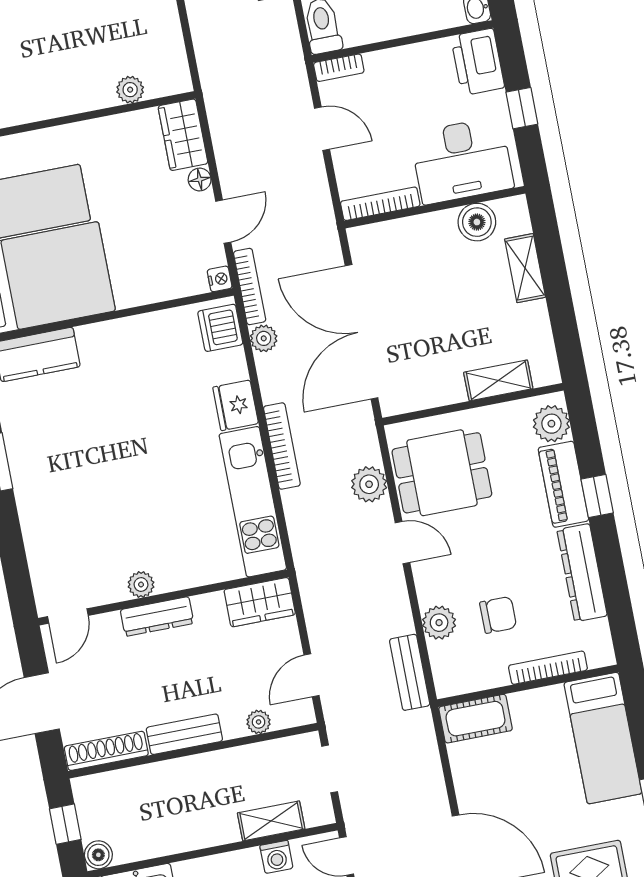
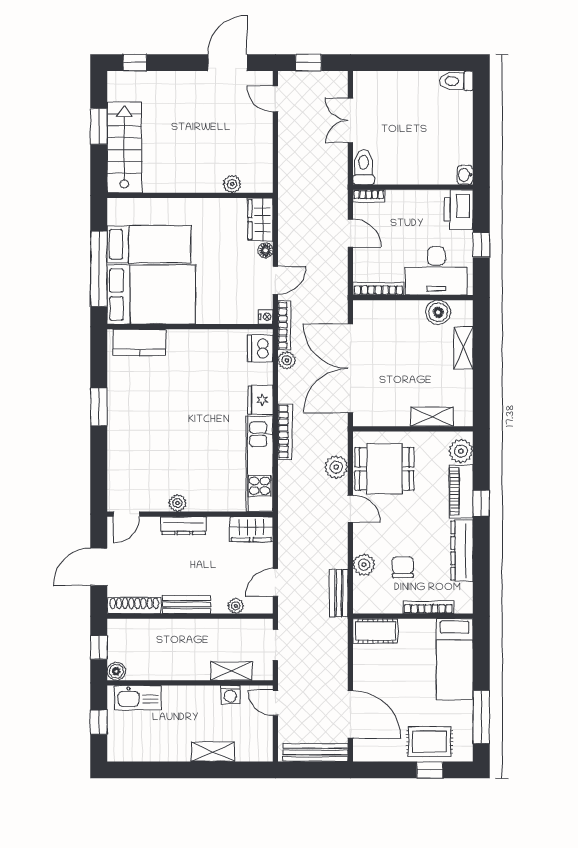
chair: (498, 615) -> (403, 567), turned -90

